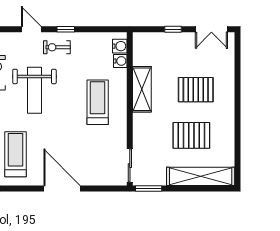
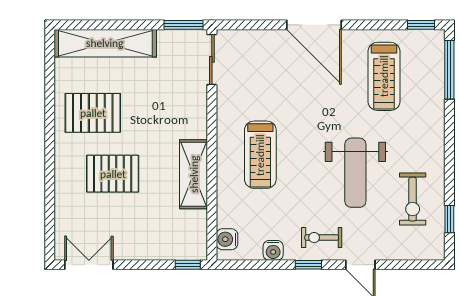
window: (173, 29) -> (188, 265), moved
exercise bike: (57, 47) -> (322, 238), turned 180
water cooler: (120, 61) -> (273, 250), moved, turned -90
weight bench: (34, 90) -> (355, 173), turned 180
pallet: (191, 135) -> (93, 113), moved

